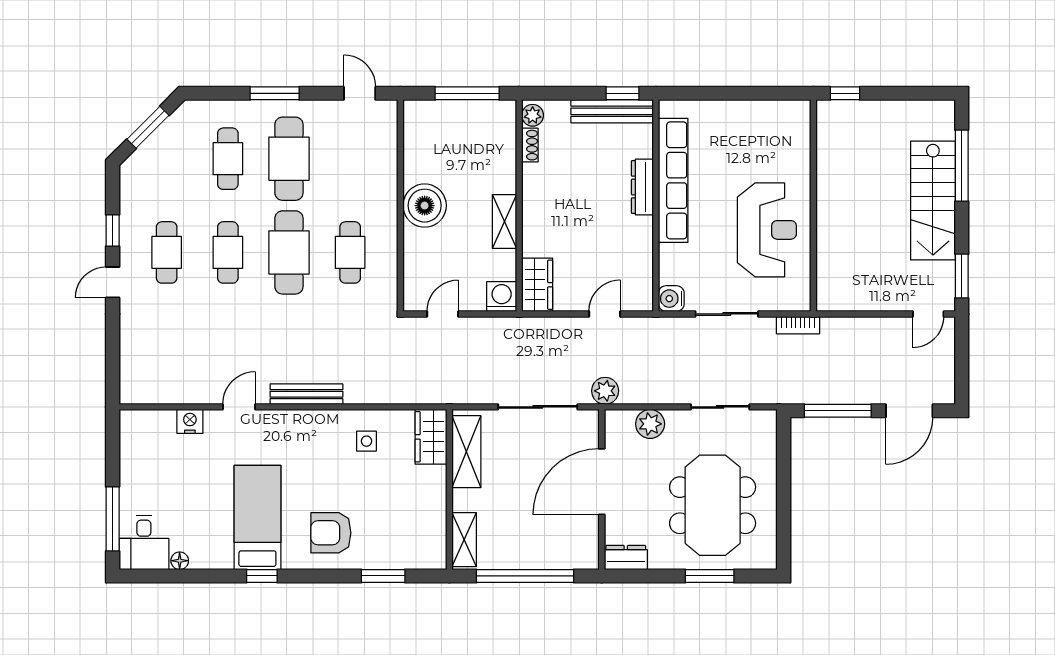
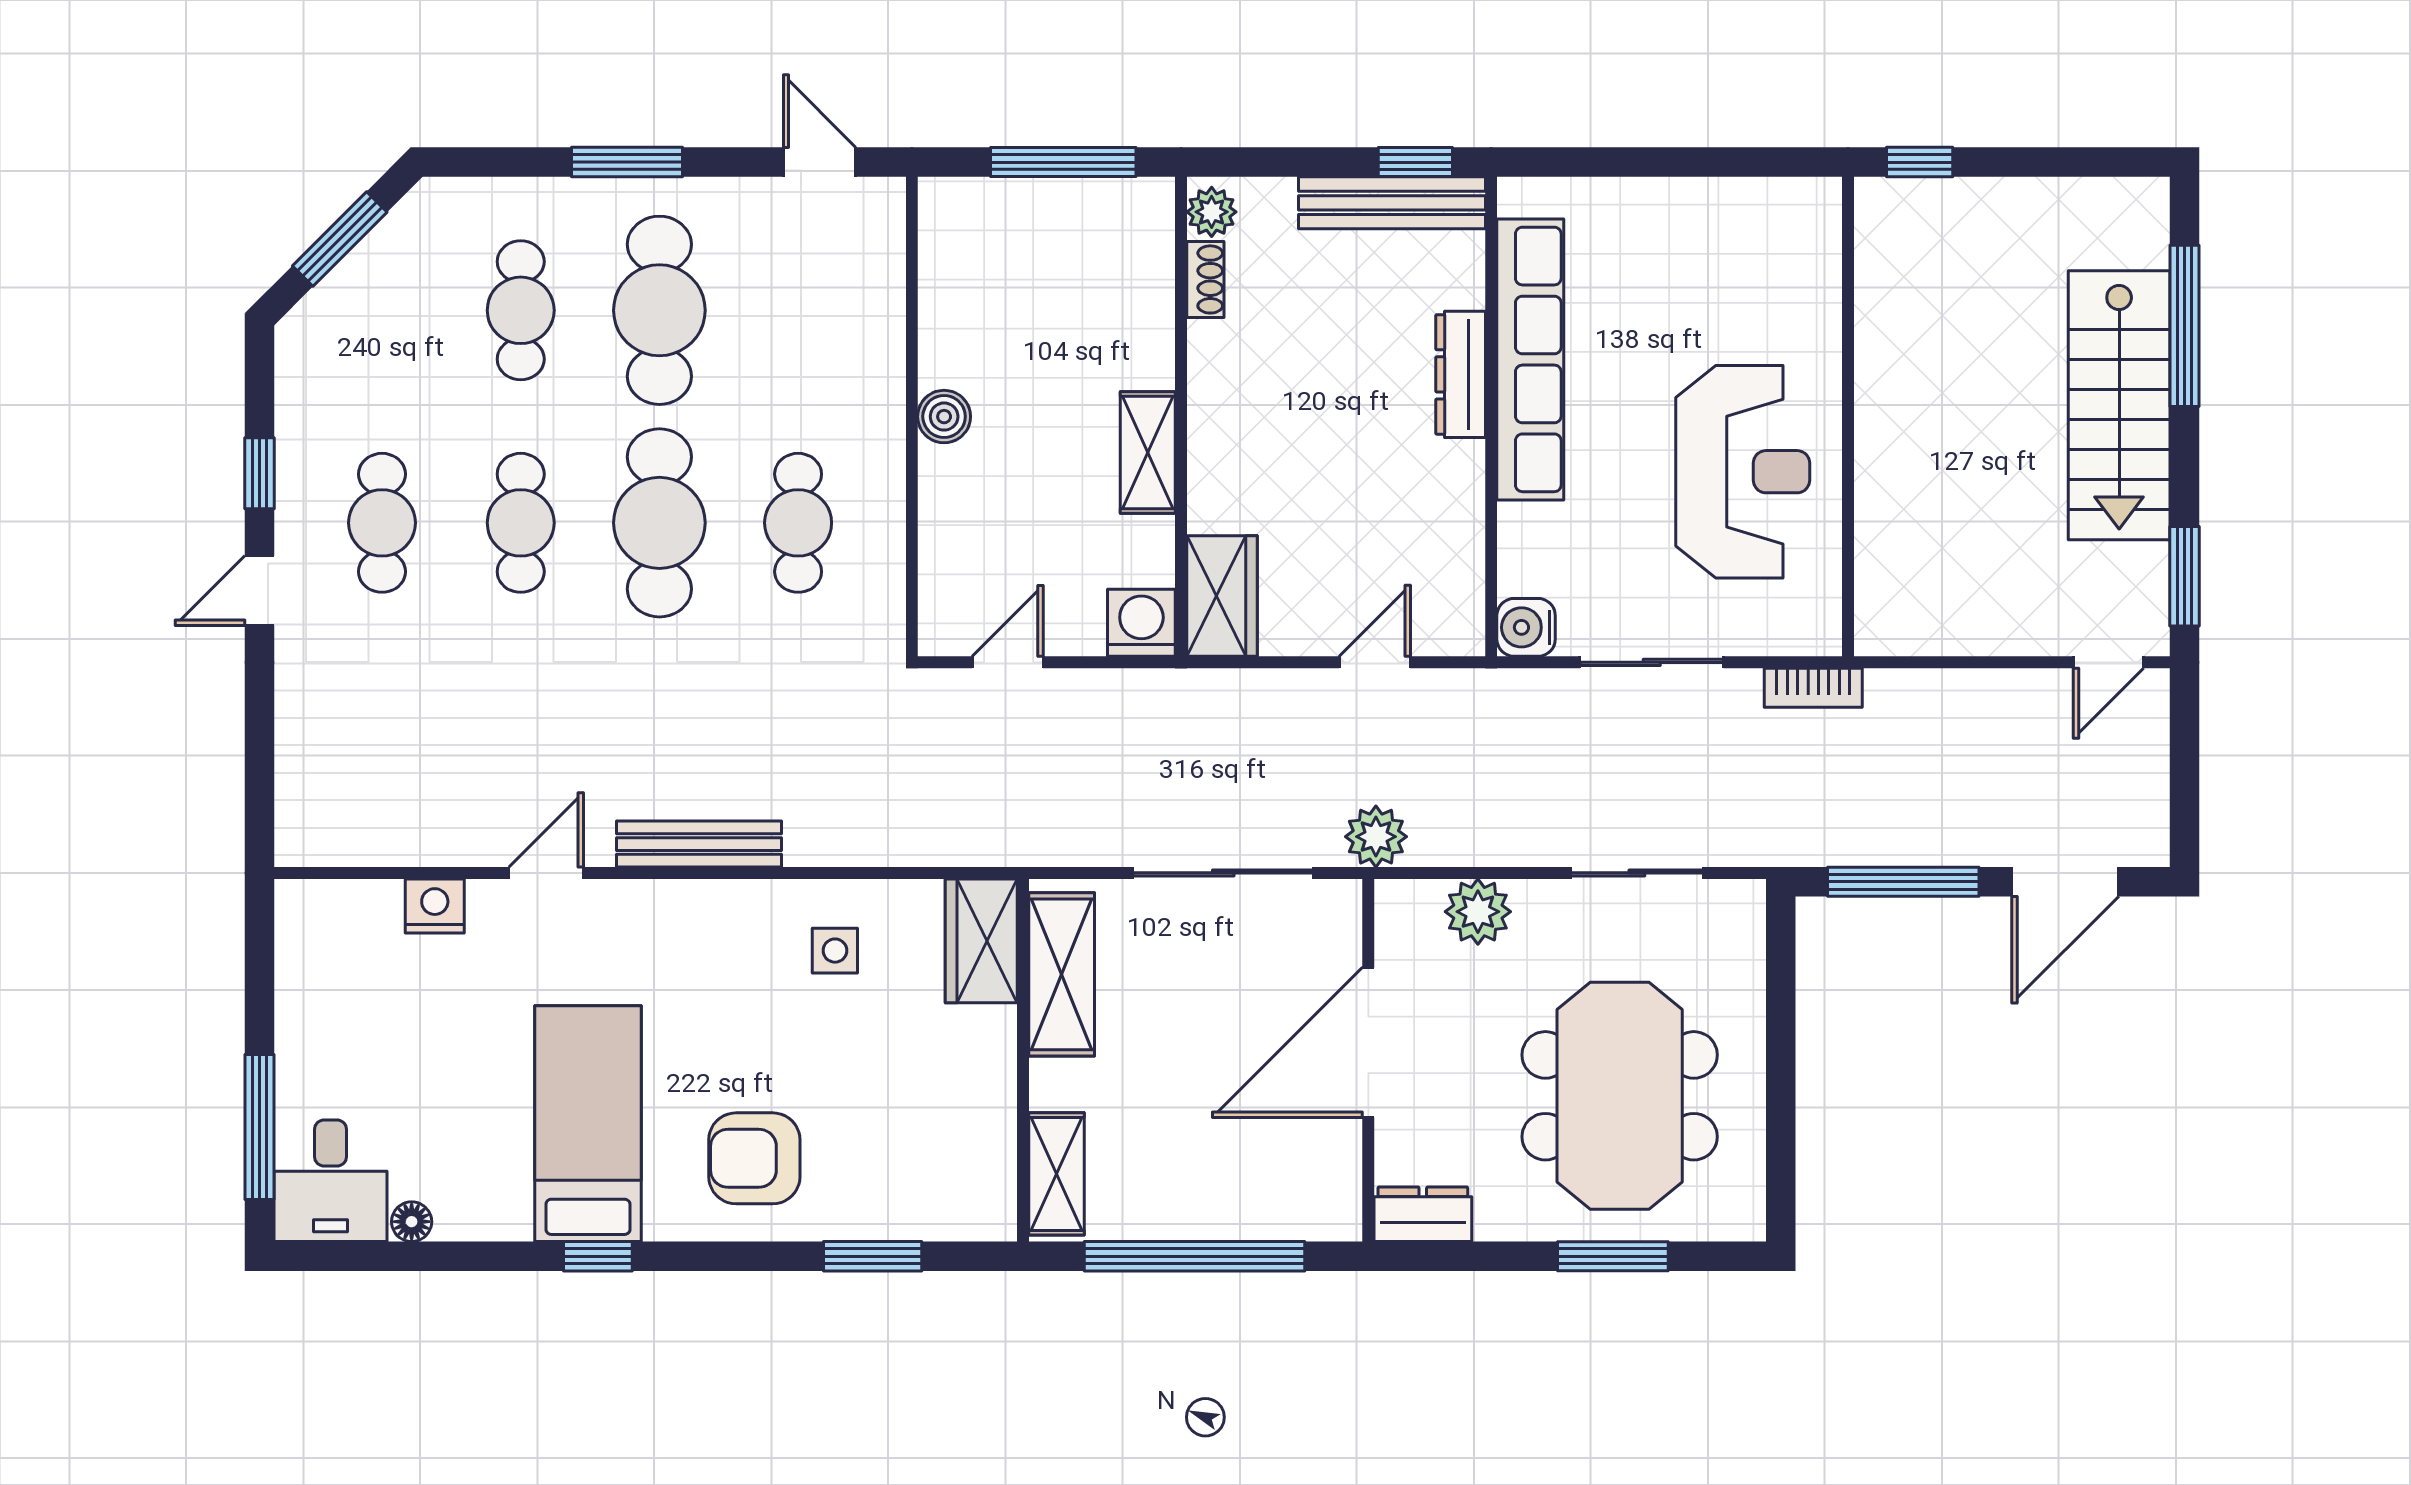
boiler: (425, 206) -> (944, 417), width x0.54, depth x0.54

